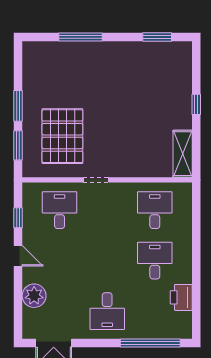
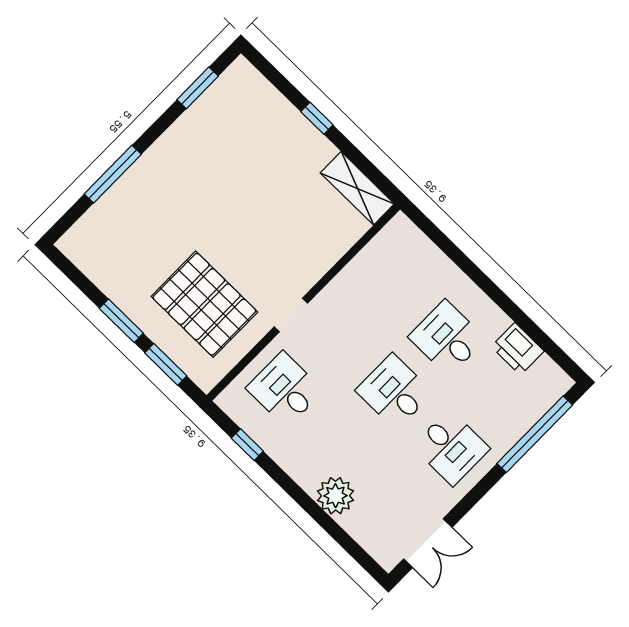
desk: (155, 210) -> (394, 392), moved
door: (18, 256) -> (290, 487), removed
plant: (34, 296) -> (336, 496), moved

